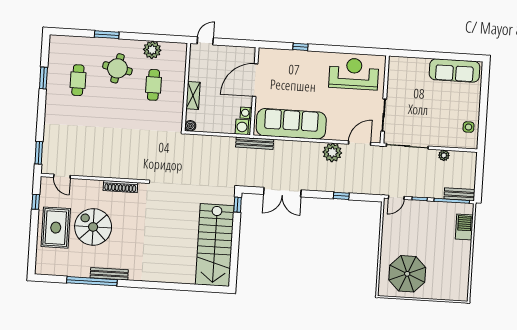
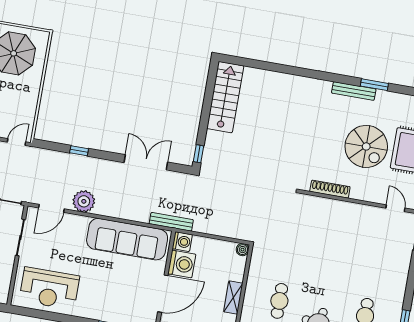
shelving: (193, 96) -> (233, 297), moved
washing machine: (246, 113) -> (182, 264), width x1.89, depth x1.89
stairs: (215, 245) -> (225, 97), width x0.73, depth x0.66
window: (92, 281) -> (374, 85), width x0.47

